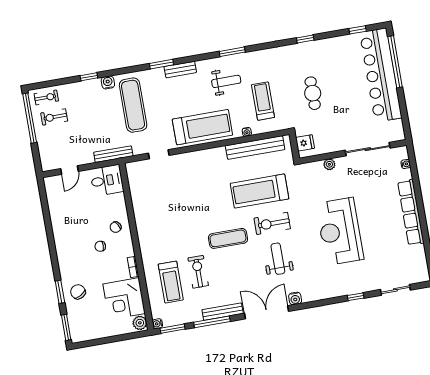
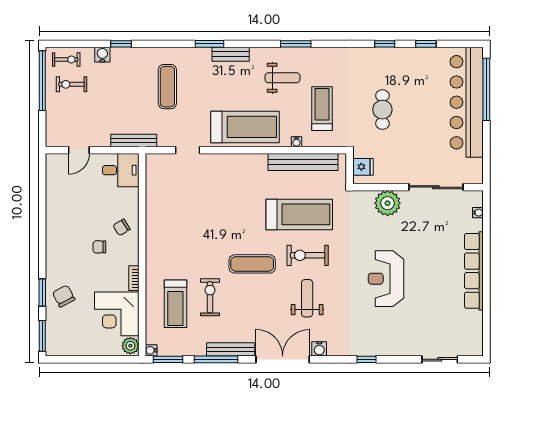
window: (358, 30) -> (426, 44), moved
water cooler: (108, 82) -> (102, 55), moved
exercise mat: (133, 105) -> (167, 87), width x0.73, depth x0.69
plant: (329, 164) -> (388, 203), width x1.87, depth x1.87
treadmill: (259, 191) -> (299, 214), turned 180
reception desk: (340, 231) -> (386, 279), width x0.74, depth x0.77
window: (356, 297) -> (366, 359), moved

